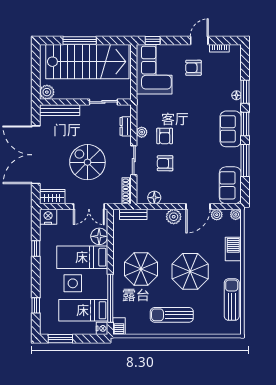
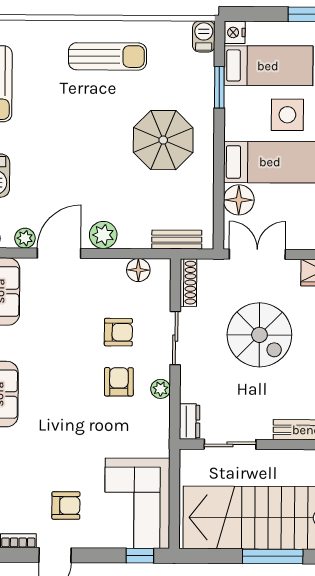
dresser: (126, 126) -> (190, 422), moved
parasol: (190, 271) -> (74, 135), removed
window: (110, 298) -> (219, 87), width x0.47

